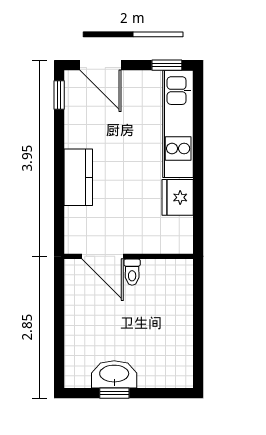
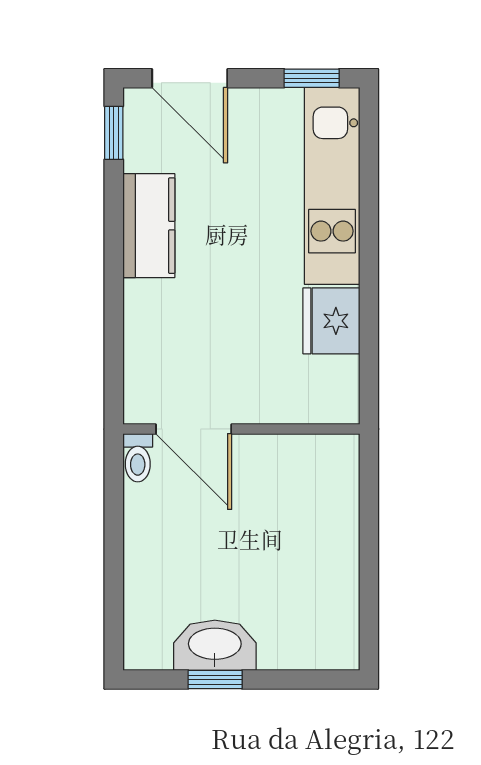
kitchen counter: (78, 177) -> (149, 226), moved
toilet: (132, 272) -> (138, 458), moved

